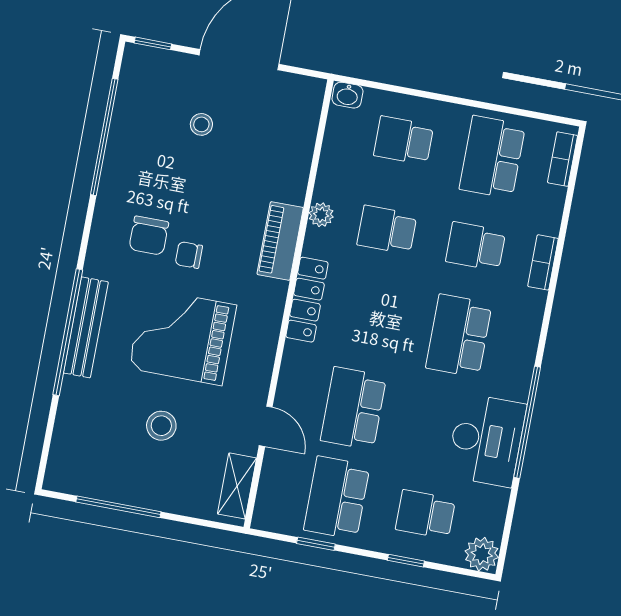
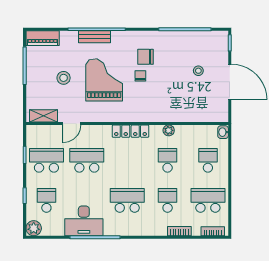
piano: (280, 241) -> (43, 38), moved, turned 180
bookcase: (543, 262) -> (179, 231), moved
bench: (86, 327) -> (94, 37), width x0.73

